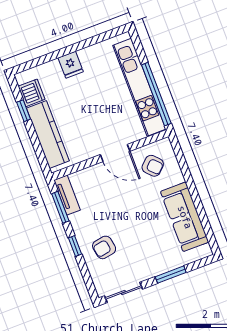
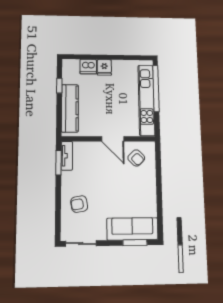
dishwasher: (32, 93) -> (88, 67), moved, turned 90
window: (156, 94) -> (156, 88), moved
sofa: (185, 217) -> (132, 229), moved, turned 90
window: (75, 246) -> (58, 195), removed
window: (171, 275) -> (135, 243), moved

